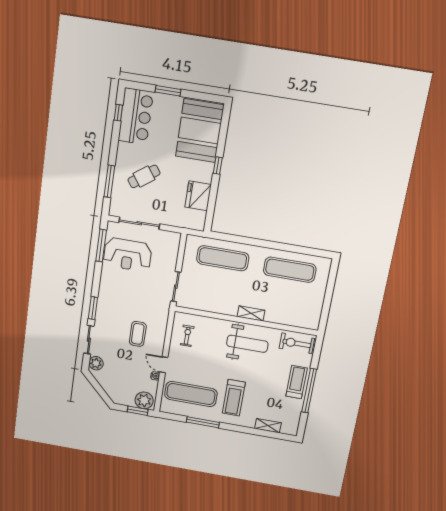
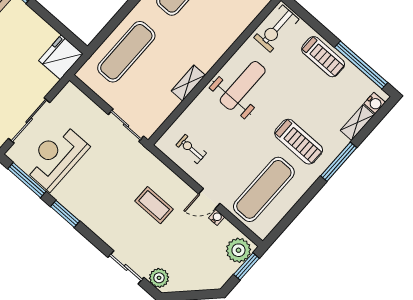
fridge: (198, 196) -> (61, 57), moved, turned 90
reception desk: (127, 255) -> (56, 157), turned 180
window: (93, 308) -> (65, 214), moved
shelving: (251, 313) -> (188, 83), moved
treadmill: (297, 382) -> (323, 57), turned 180
window: (309, 391) -> (361, 65), moved
window: (203, 422) -> (339, 162), moved
water cooler: (287, 429) -> (375, 103), added

